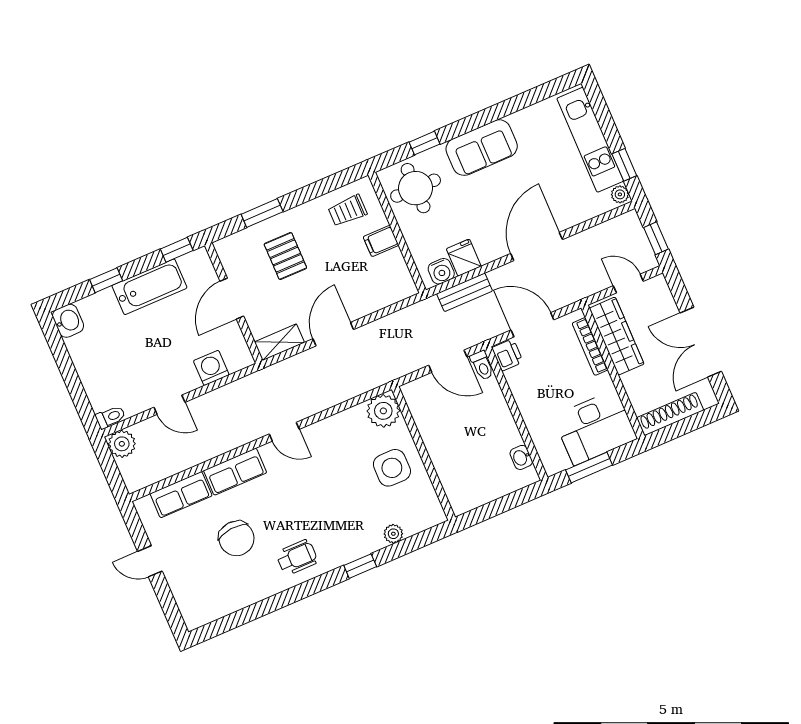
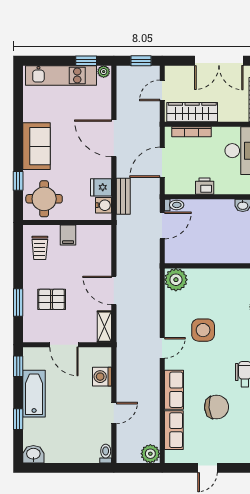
printer: (507, 355) -> (205, 186), moved
plant: (122, 444) -> (150, 454), moved
side table: (392, 468) -> (203, 330), moved

